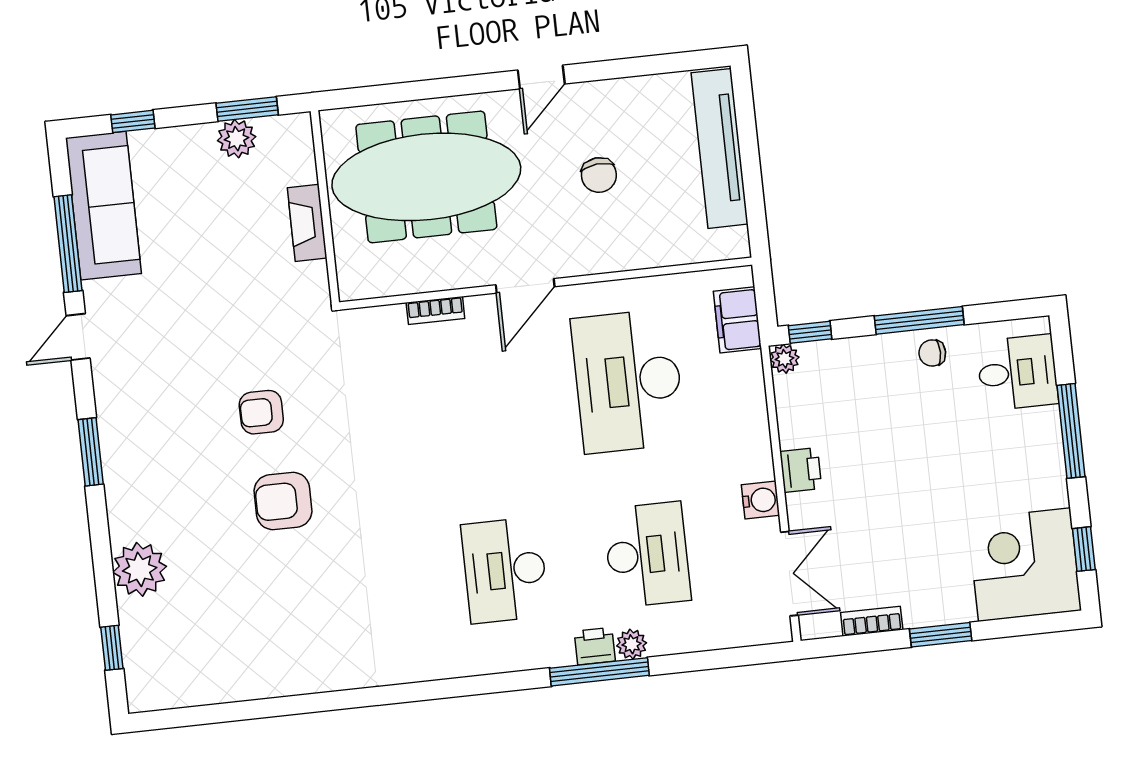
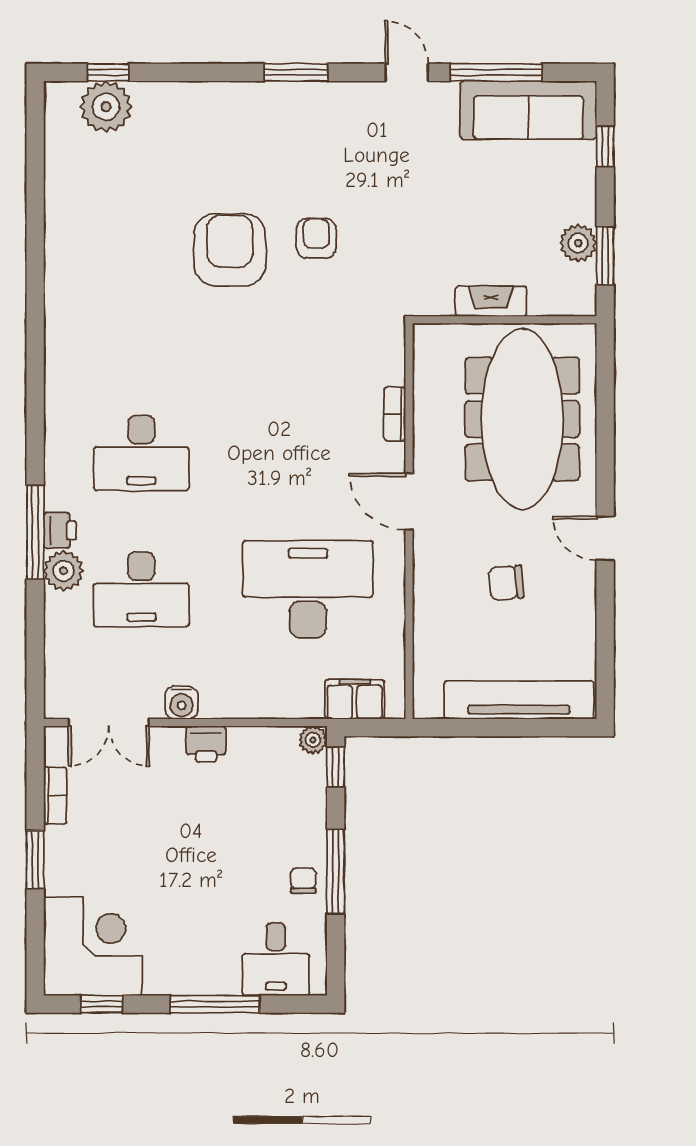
armchair: (283, 501) -> (230, 250), width x1.36, depth x1.36
plant: (140, 569) -> (106, 107), moved
desk: (505, 570) -> (141, 453), turned 180
plant: (632, 644) -> (63, 571), width x1.38, depth x1.38

